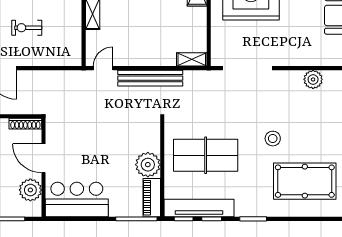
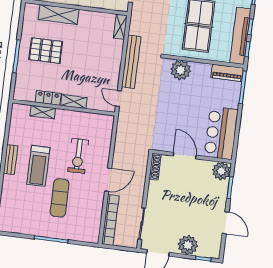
exercise bike: (27, 28) -> (78, 156), width x1.38, depth x1.39
door: (44, 158) -> (185, 156), swing flipped
plant: (148, 165) -> (181, 70), moved
plant: (30, 190) -> (221, 171), moved

